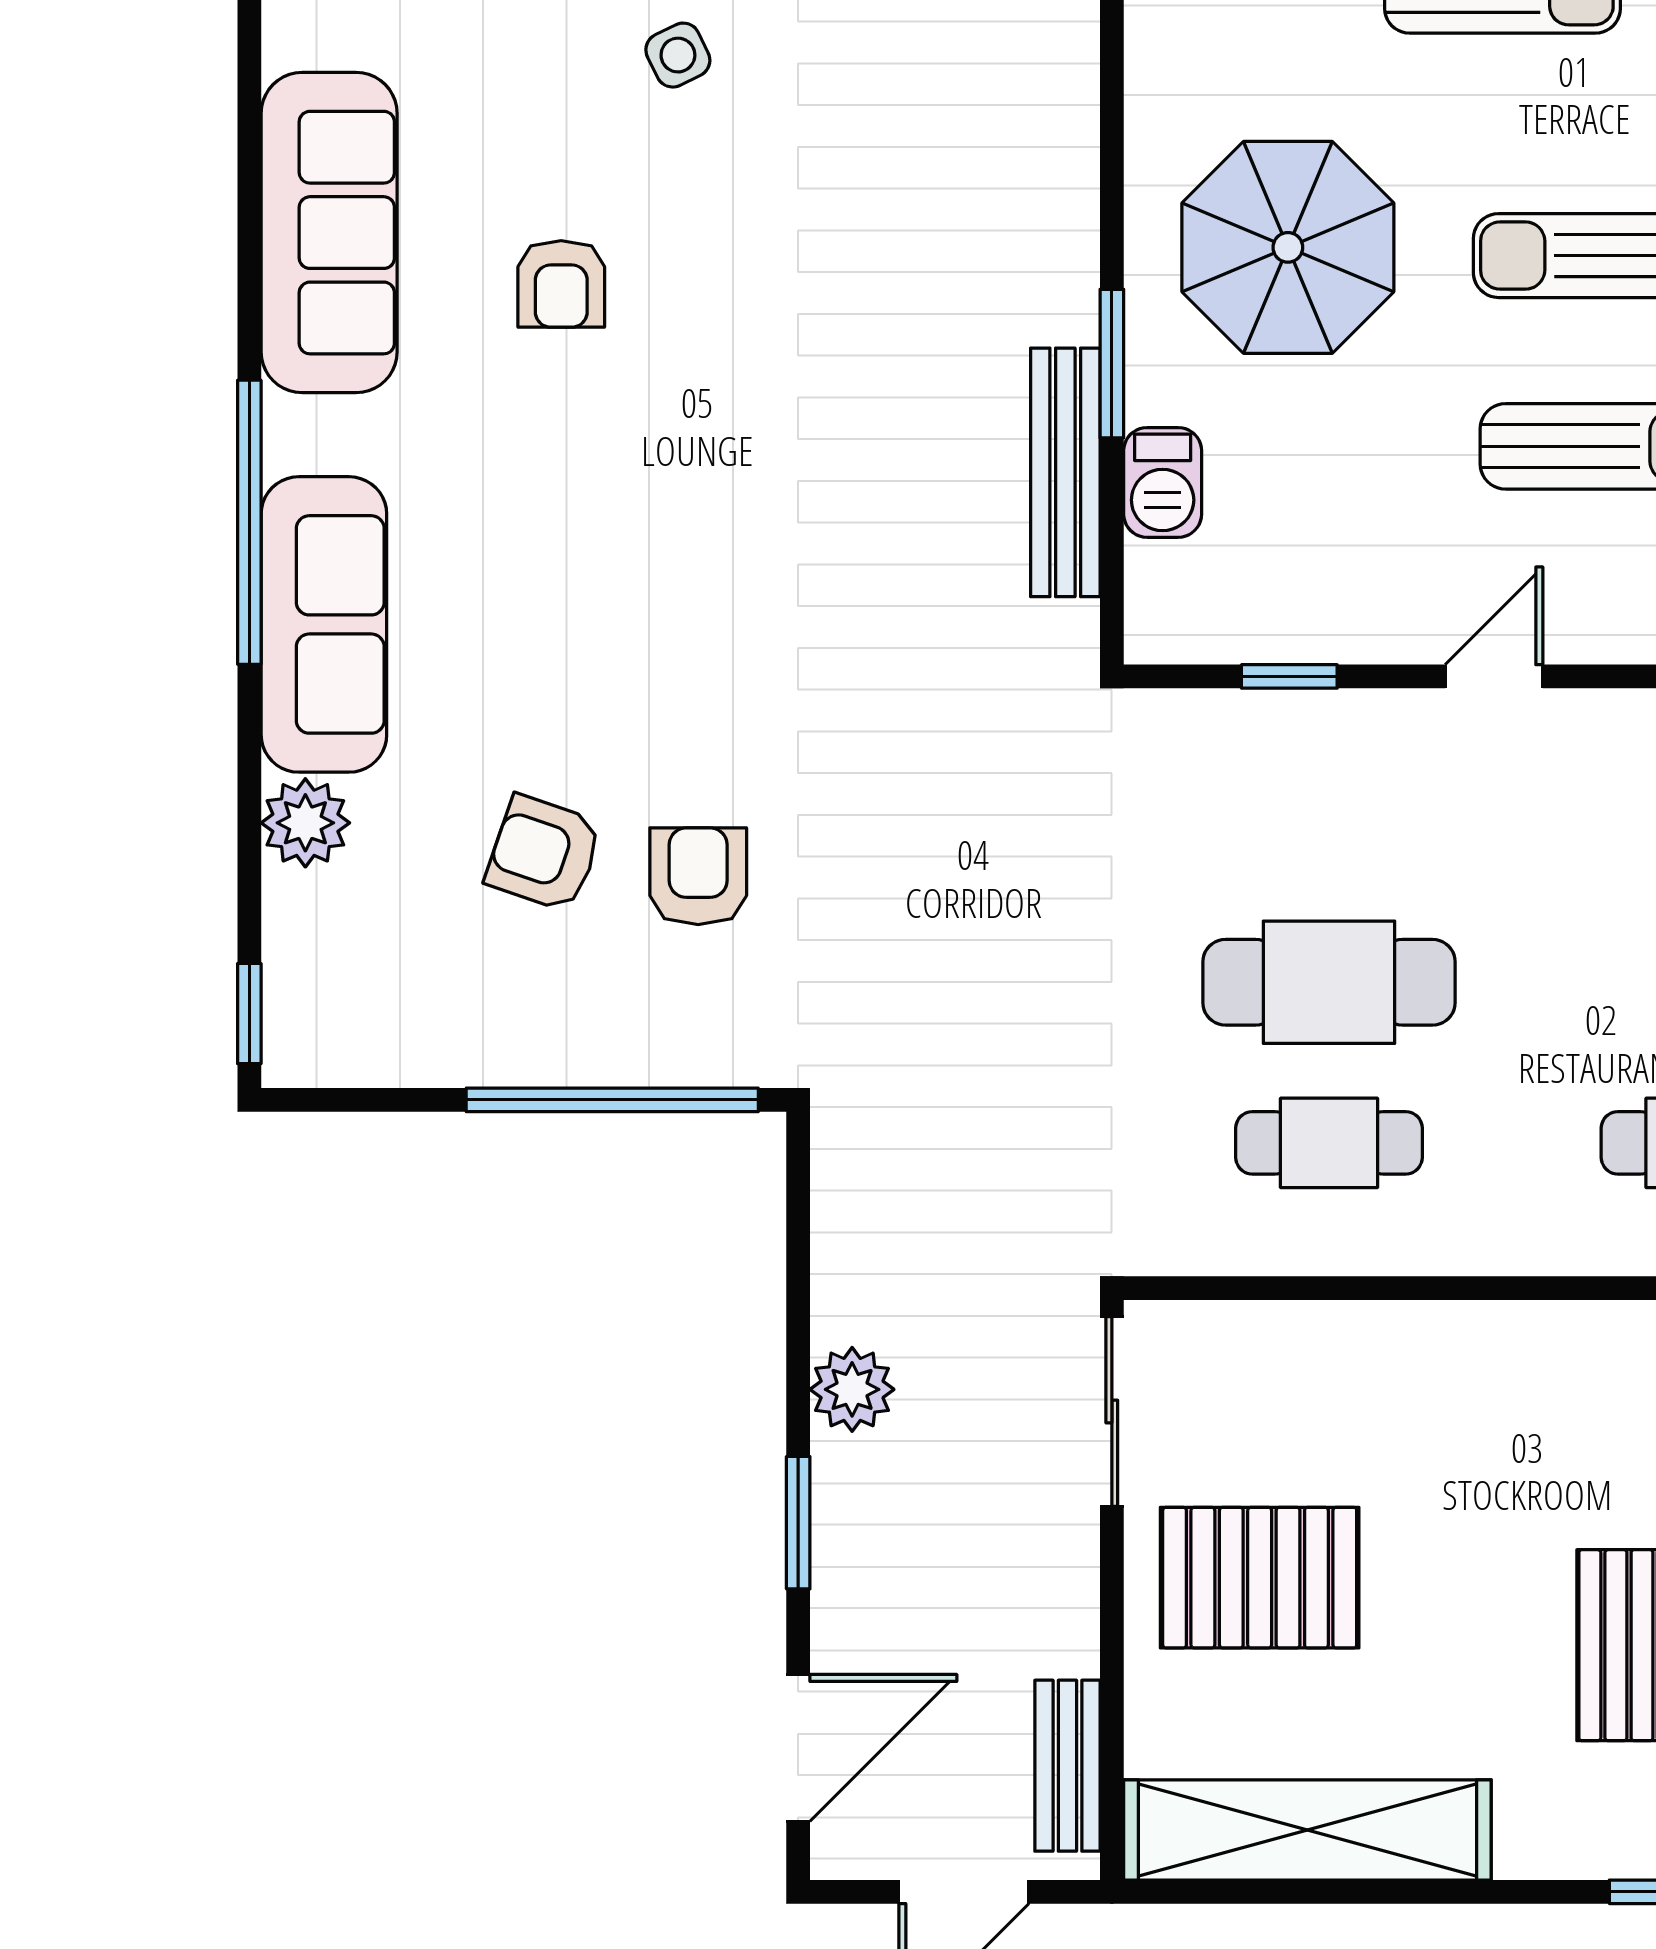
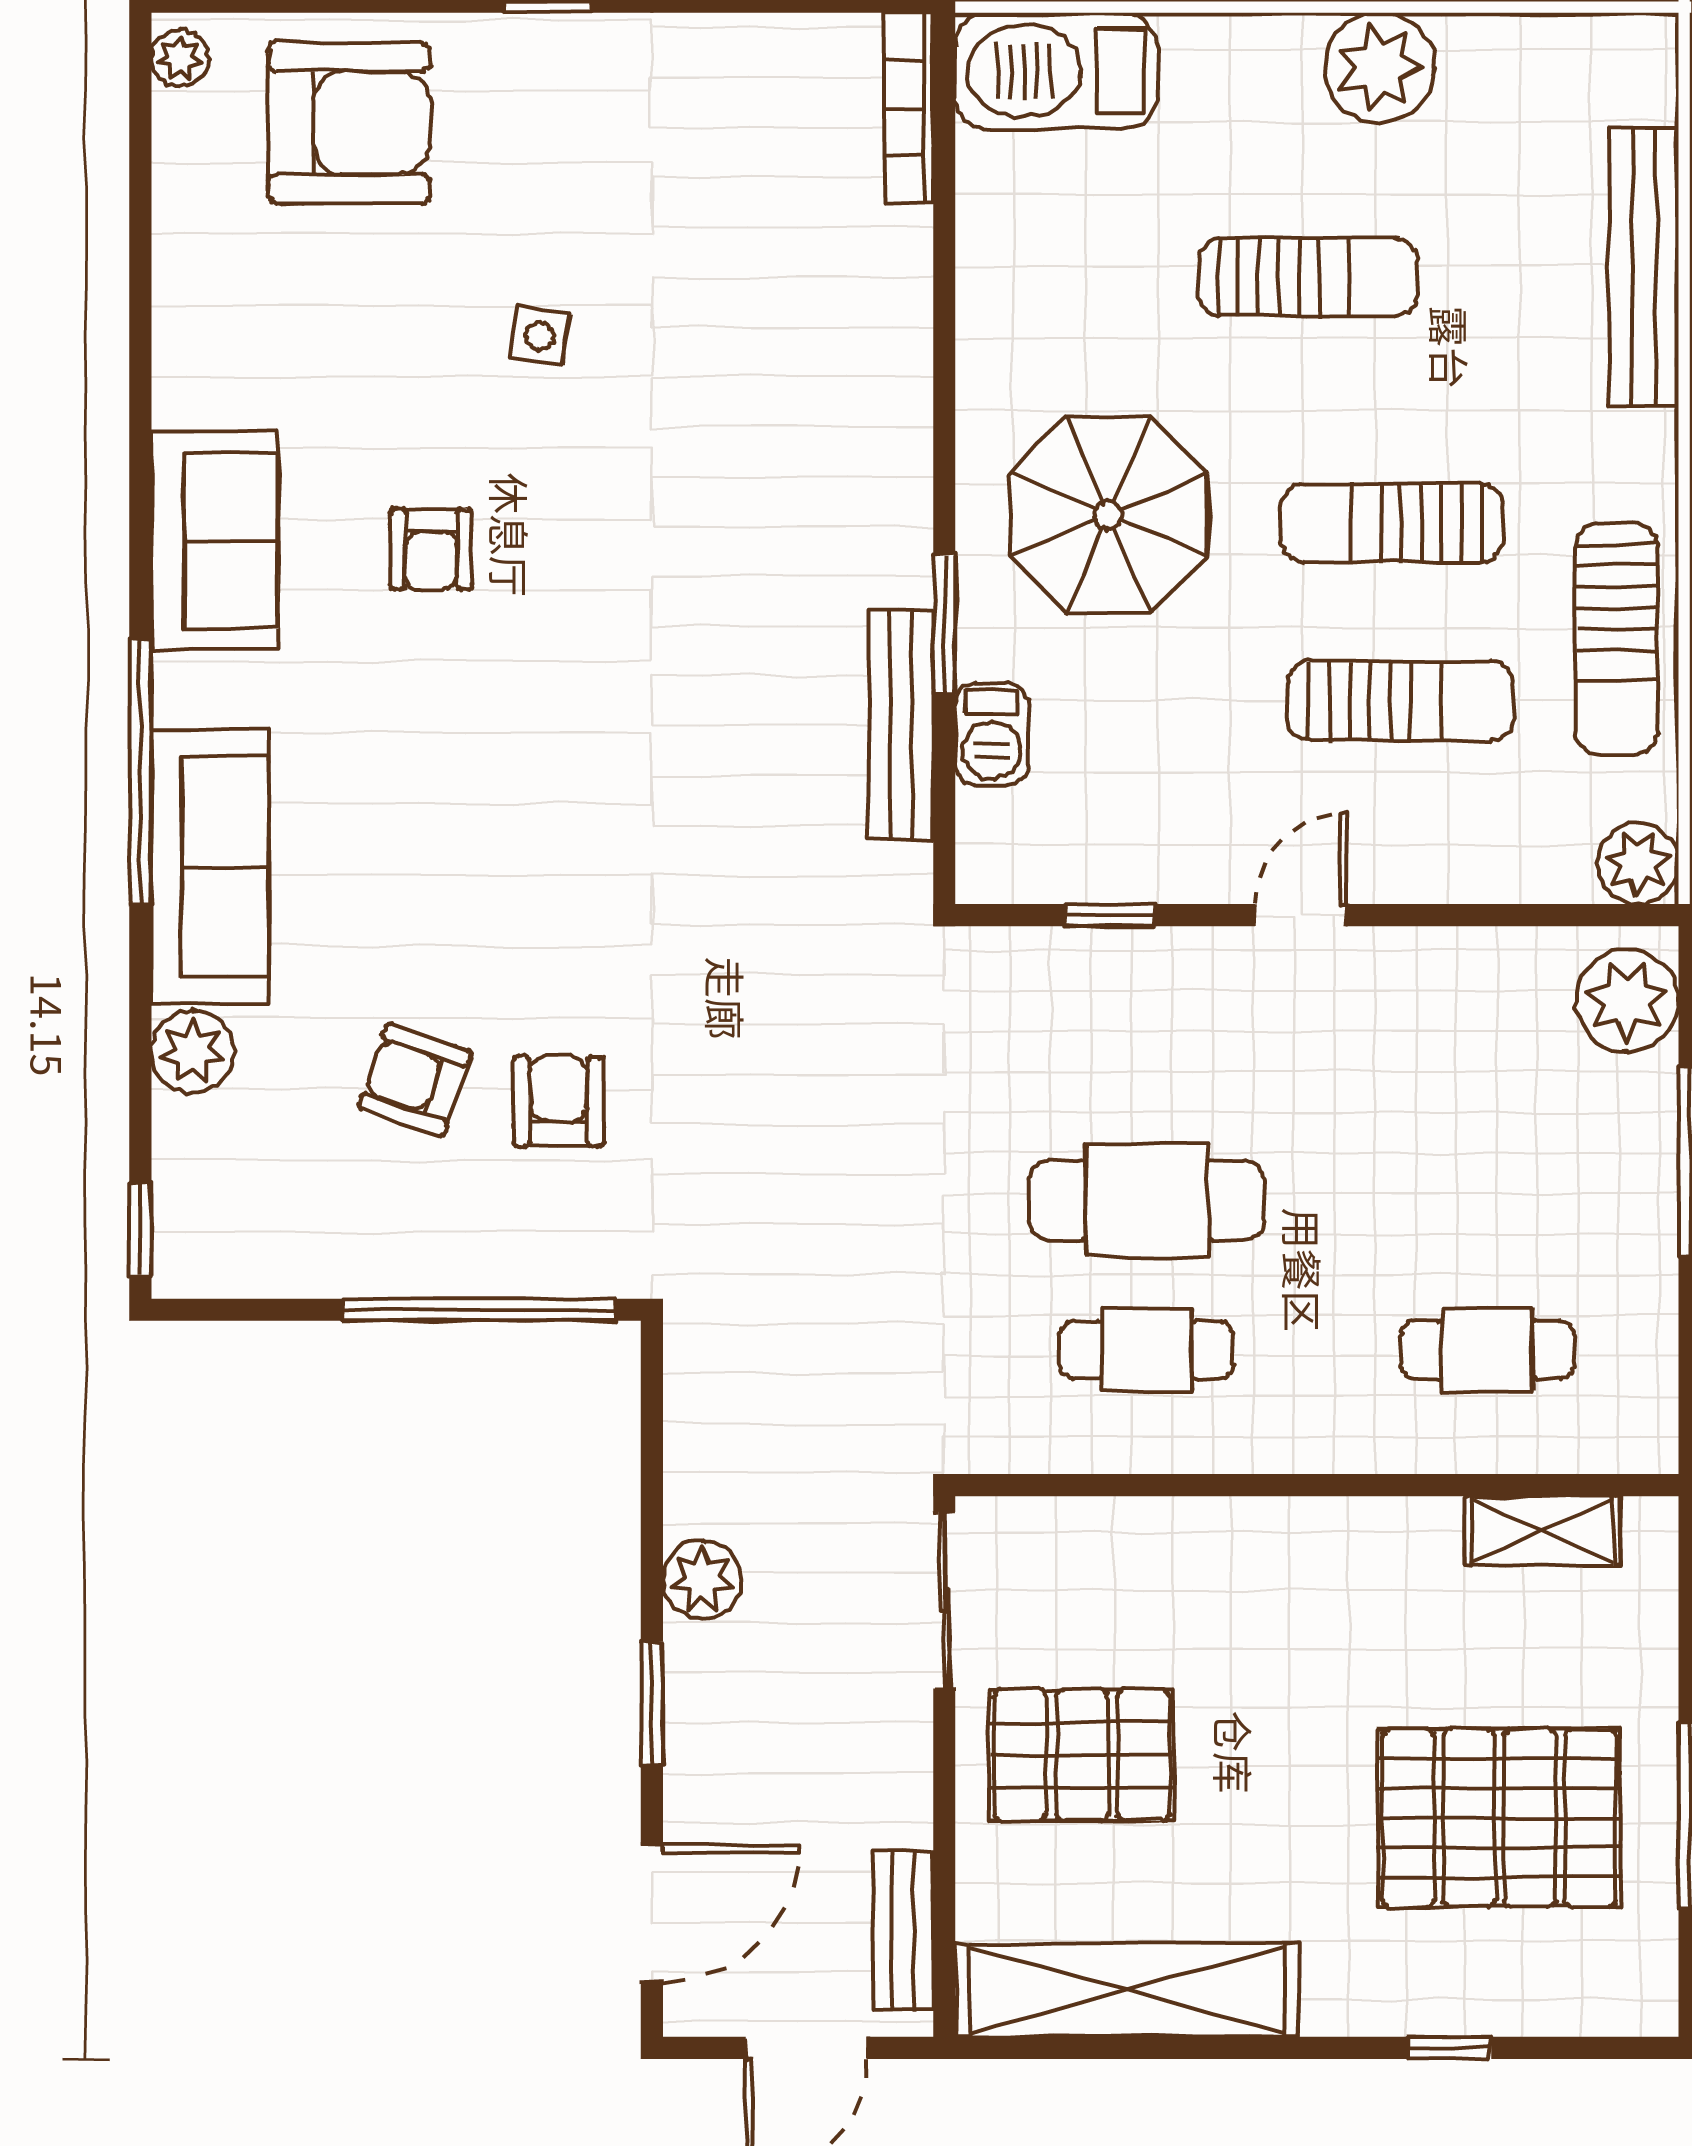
side table: (678, 55) -> (540, 336), turned 34
sofa: (329, 233) -> (215, 541), width x0.73

